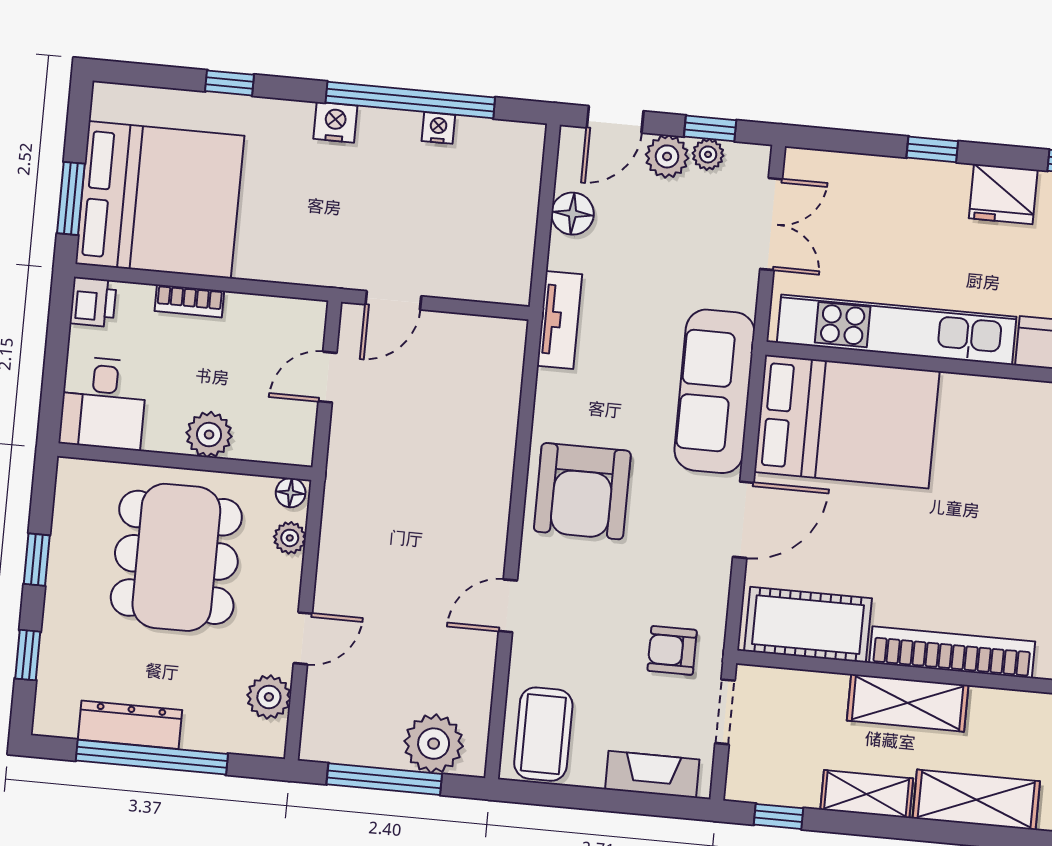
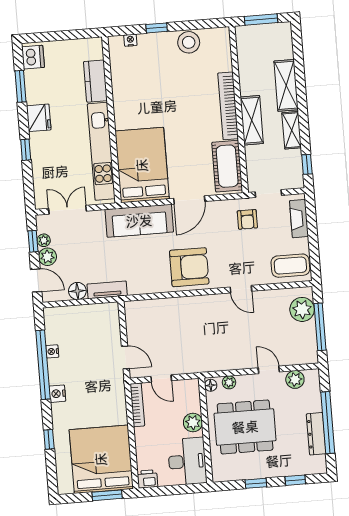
bookcase: (189, 301) -> (137, 405), moved, width x1.56
tv unit: (559, 320) -> (107, 290), moved
desk: (103, 403) -> (187, 461), width x1.37
door: (743, 520) -> (189, 200), swing flipped

